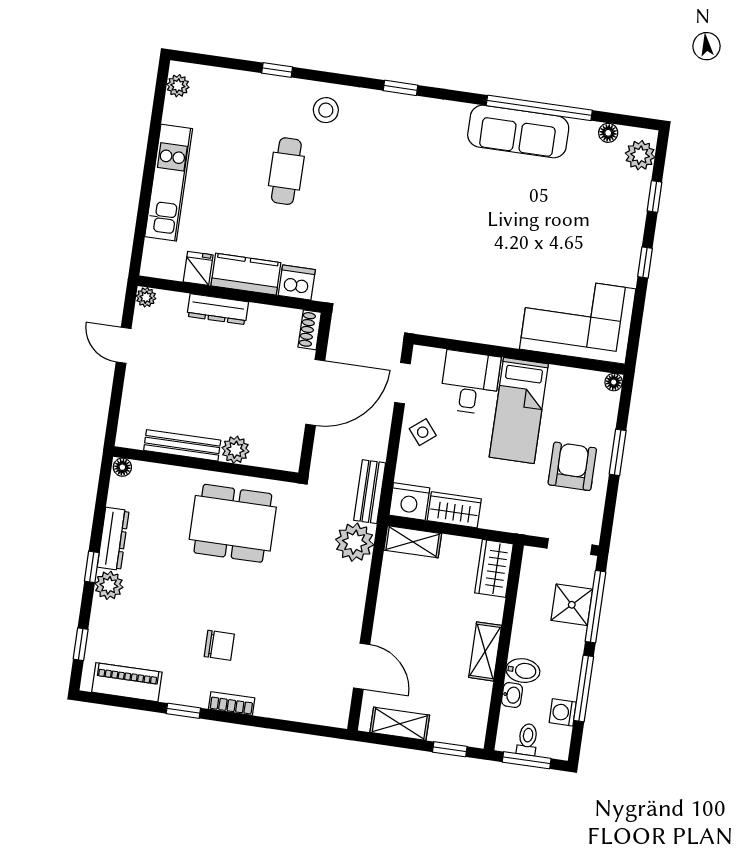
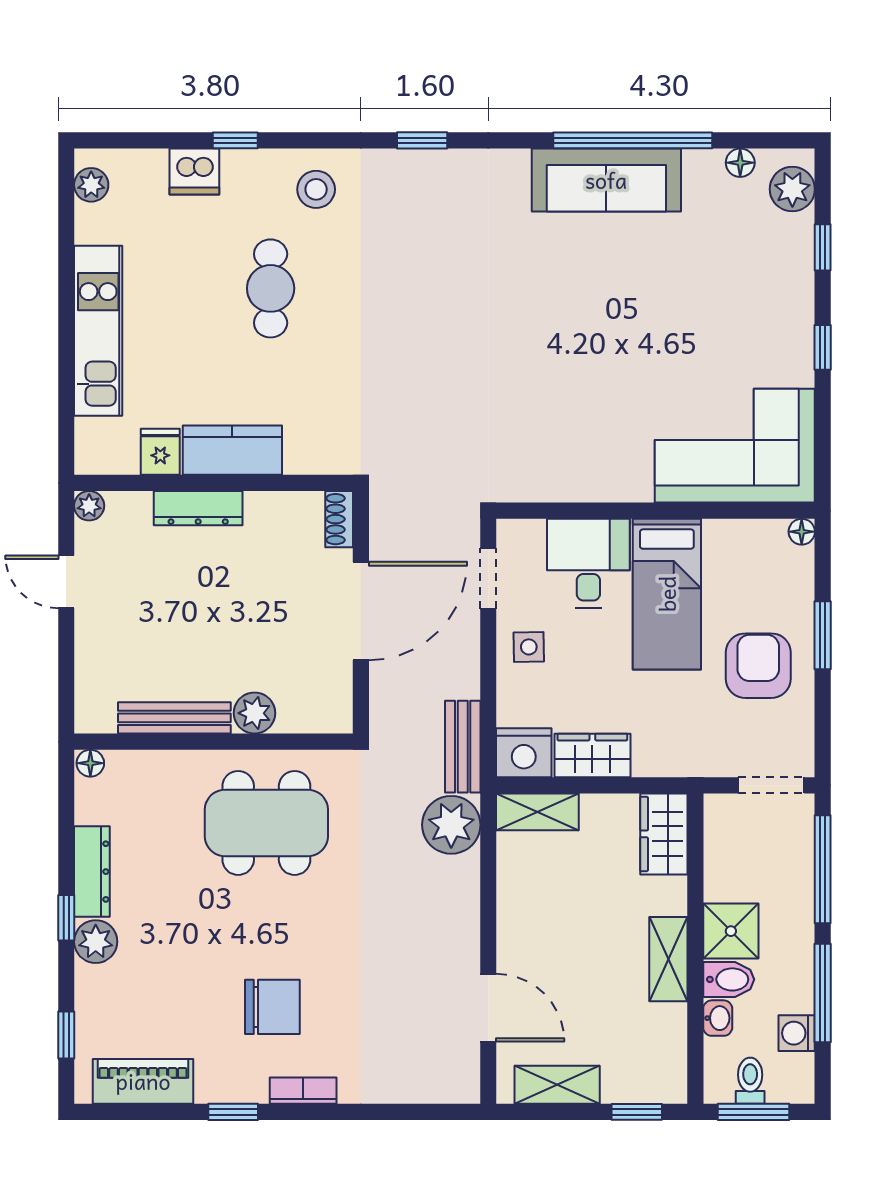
dishwasher: (297, 283) -> (194, 172), moved, turned 180
side table: (423, 432) -> (529, 647), turned 38
shower: (572, 605) -> (731, 931), moved
chair: (219, 645) -> (272, 1007), width x1.37, depth x1.37

